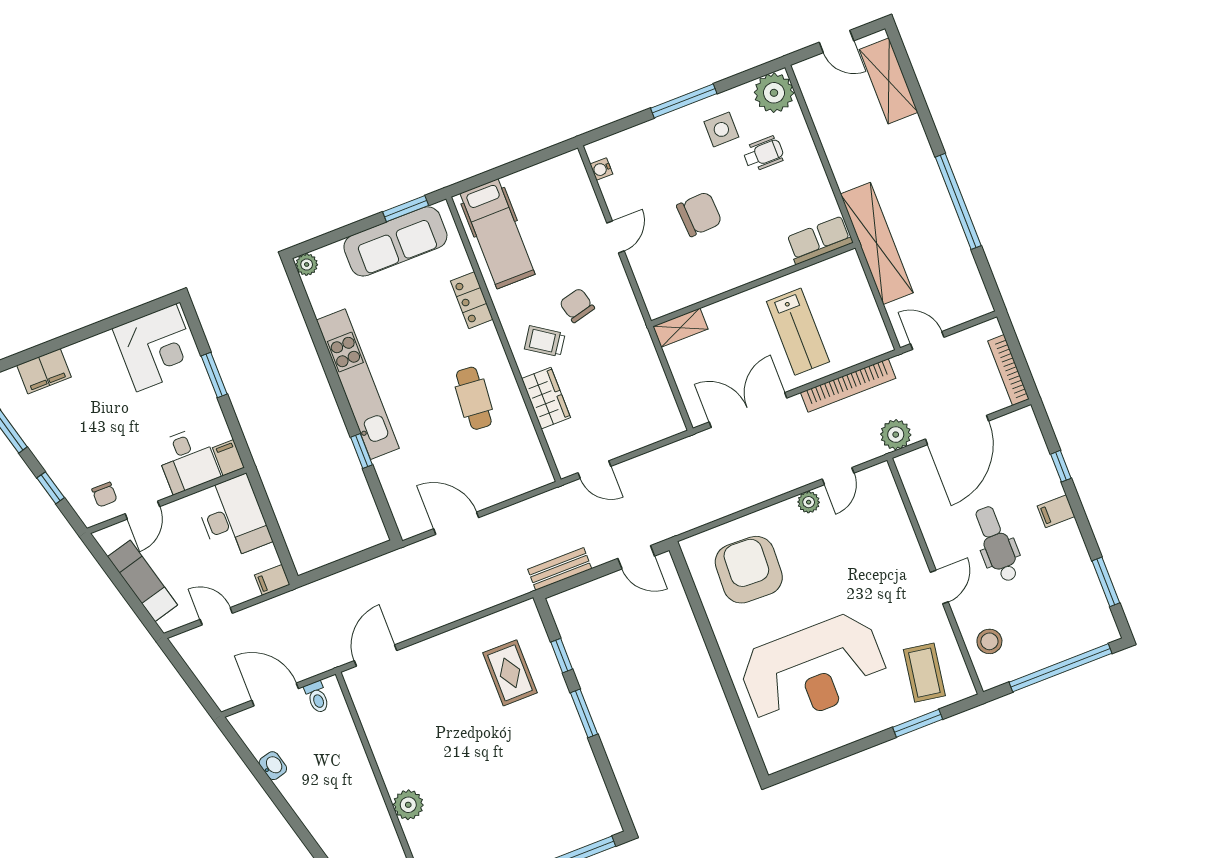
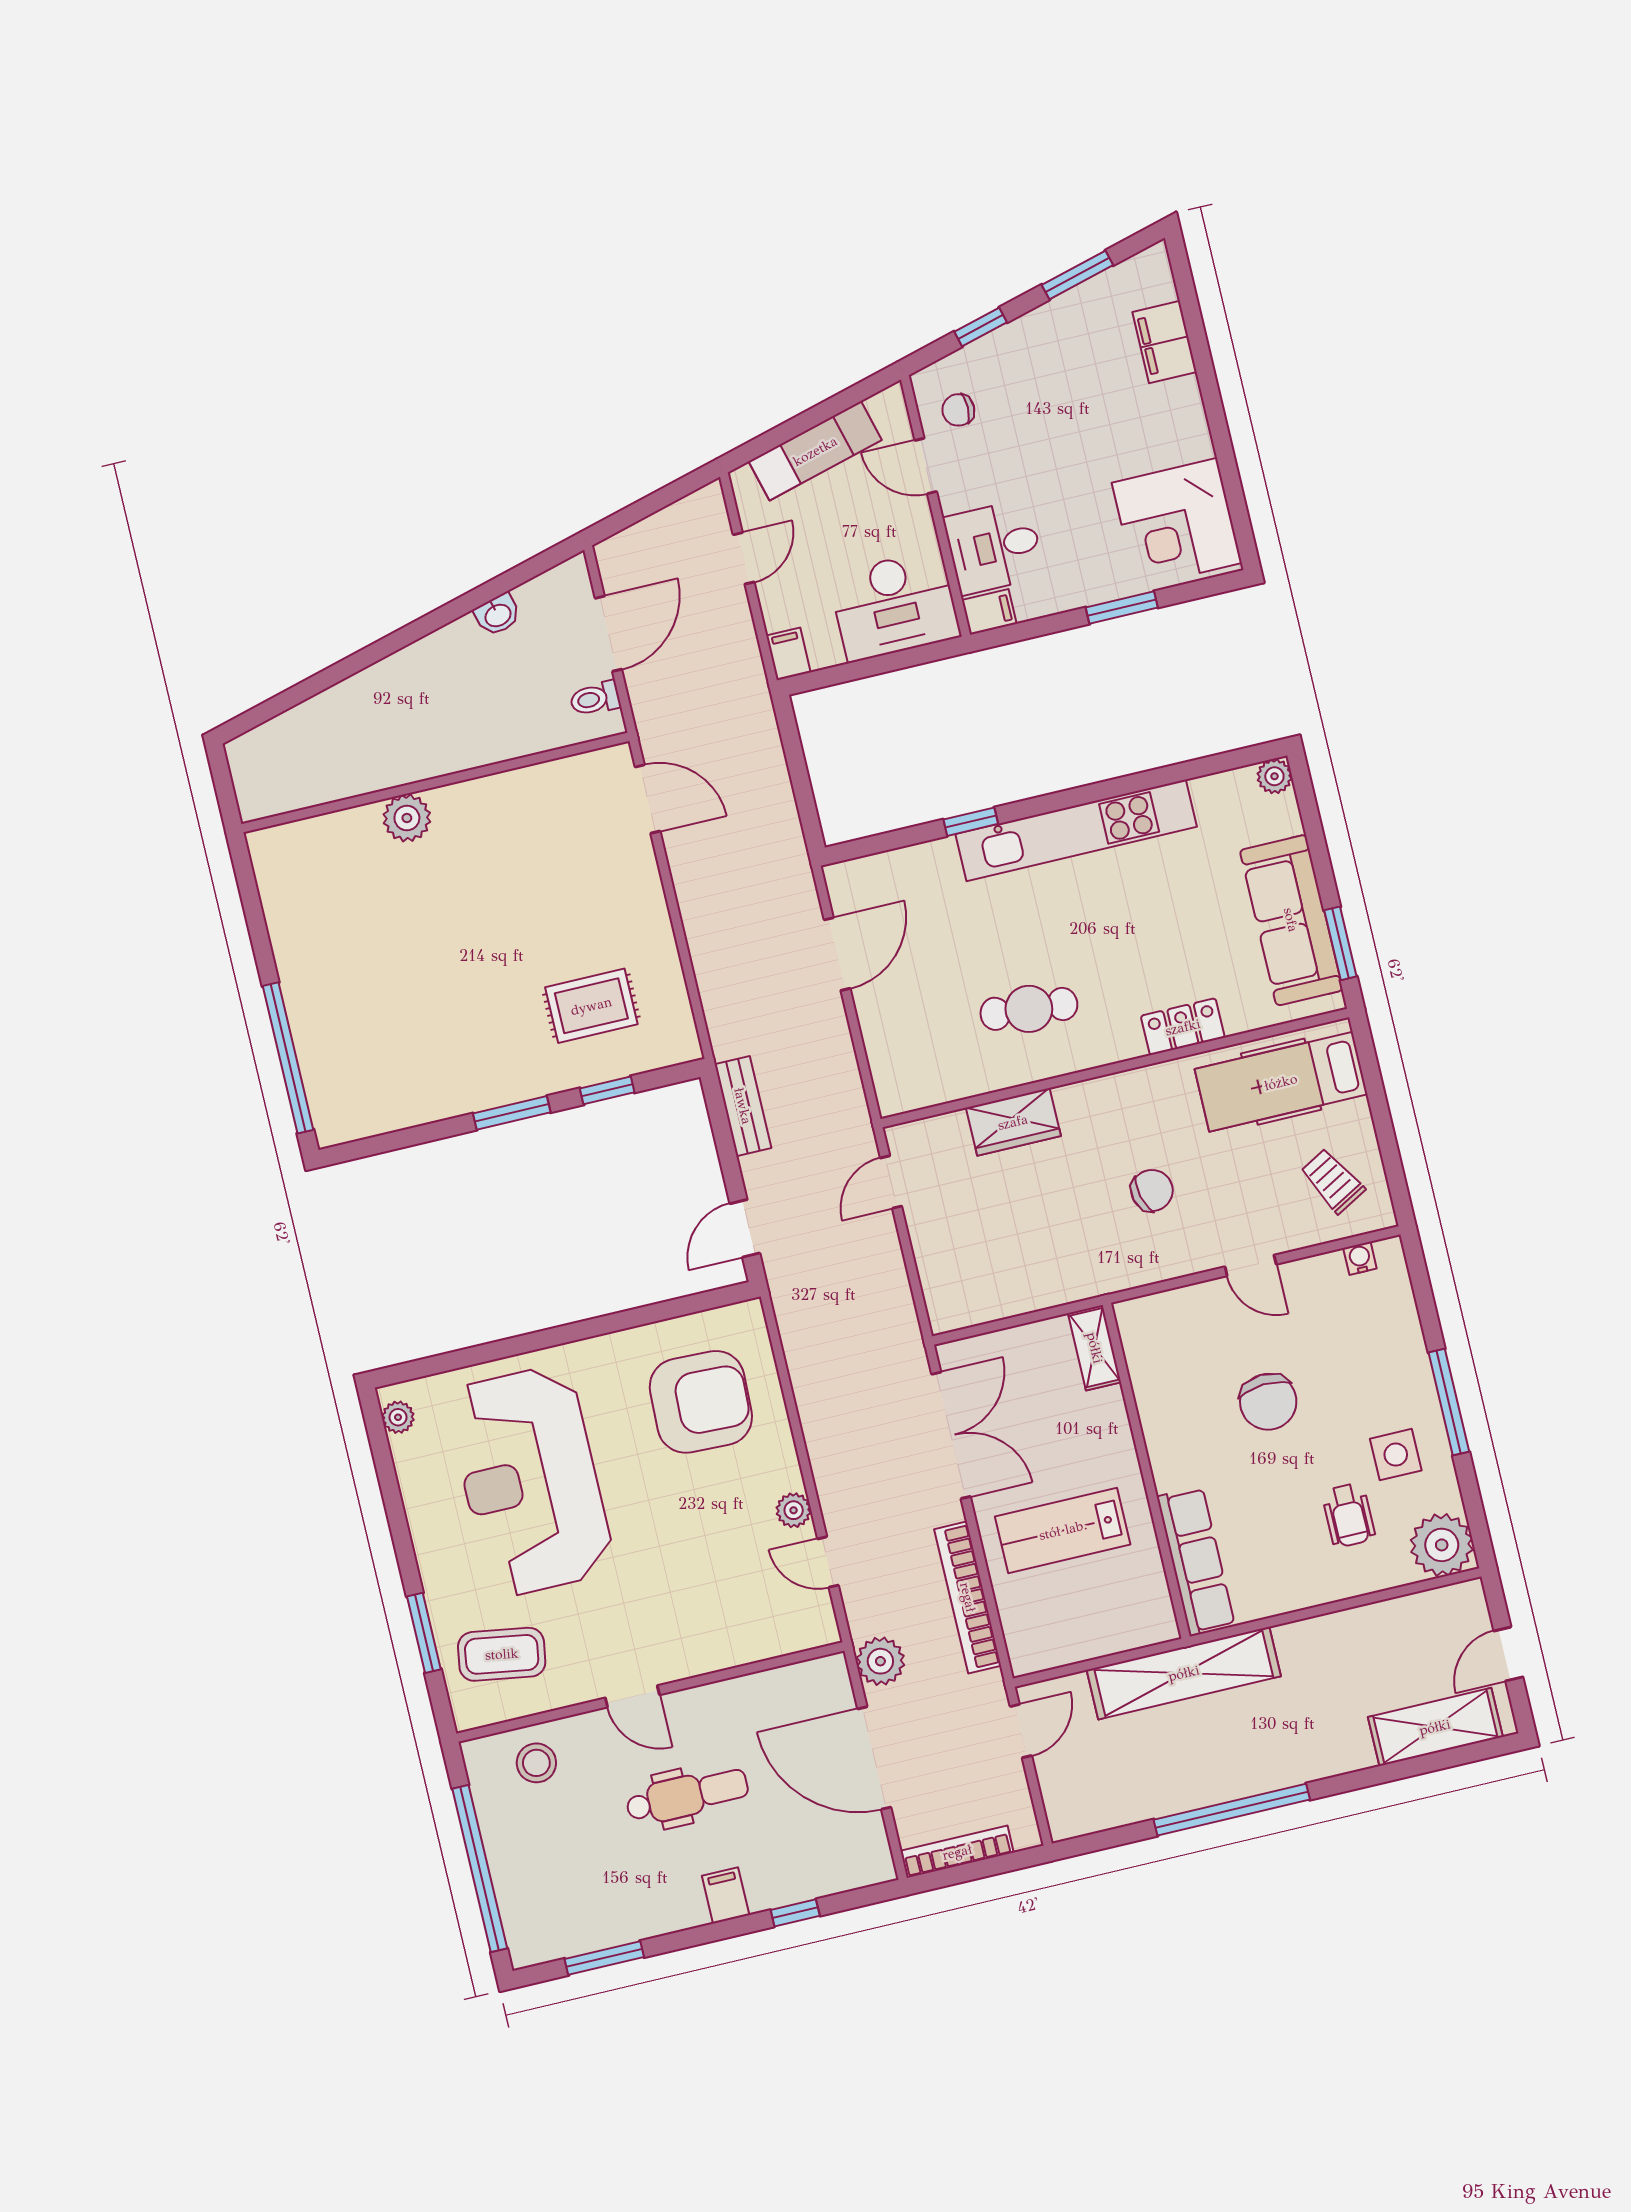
row of seats: (819, 240) -> (1196, 1561), width x1.48
trolley: (545, 341) -> (1333, 1181), moved, turned -63
plant: (785, 758) -> (398, 1417), added

